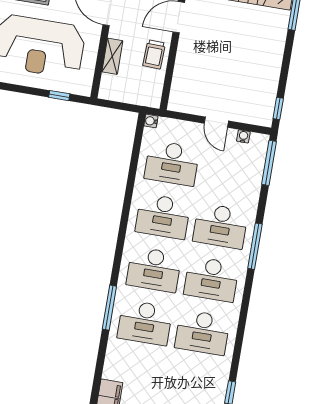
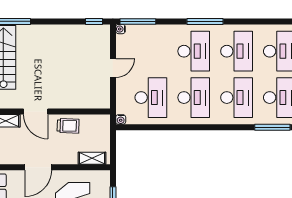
shelving: (112, 56) -> (92, 158), moved
water cooler: (243, 136) -> (120, 29), moved

